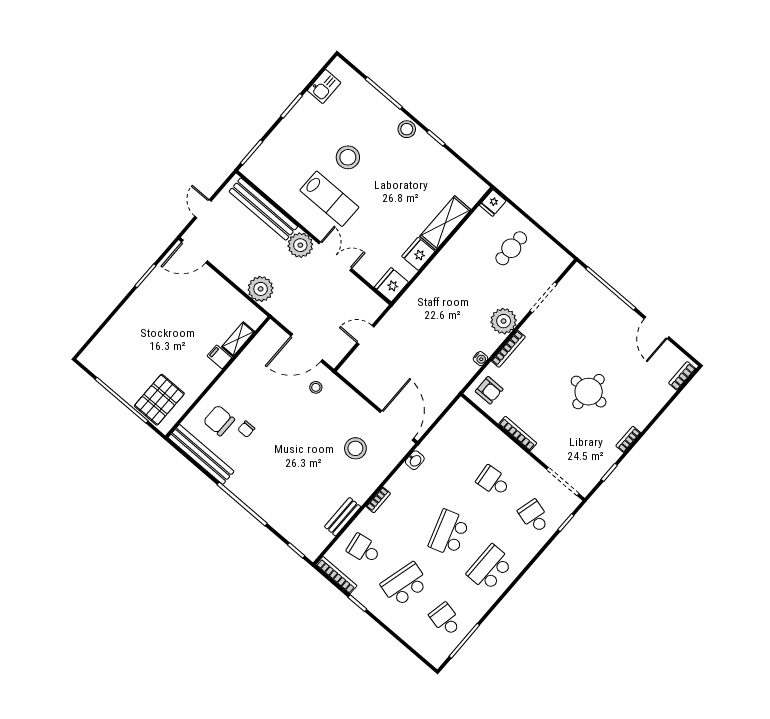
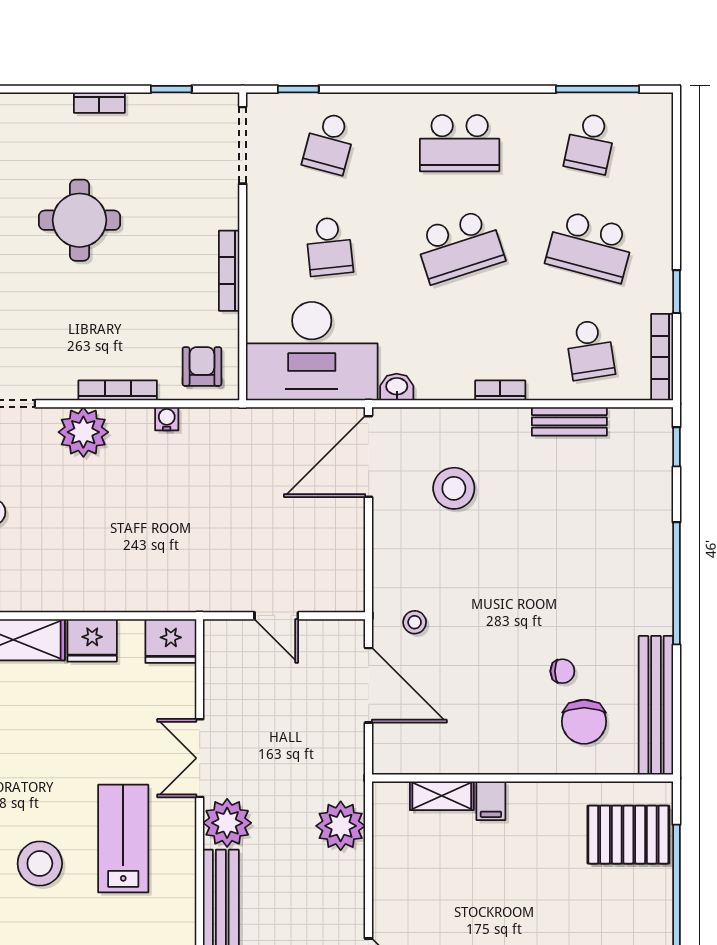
desk: (458, 439) -> (312, 351), added

